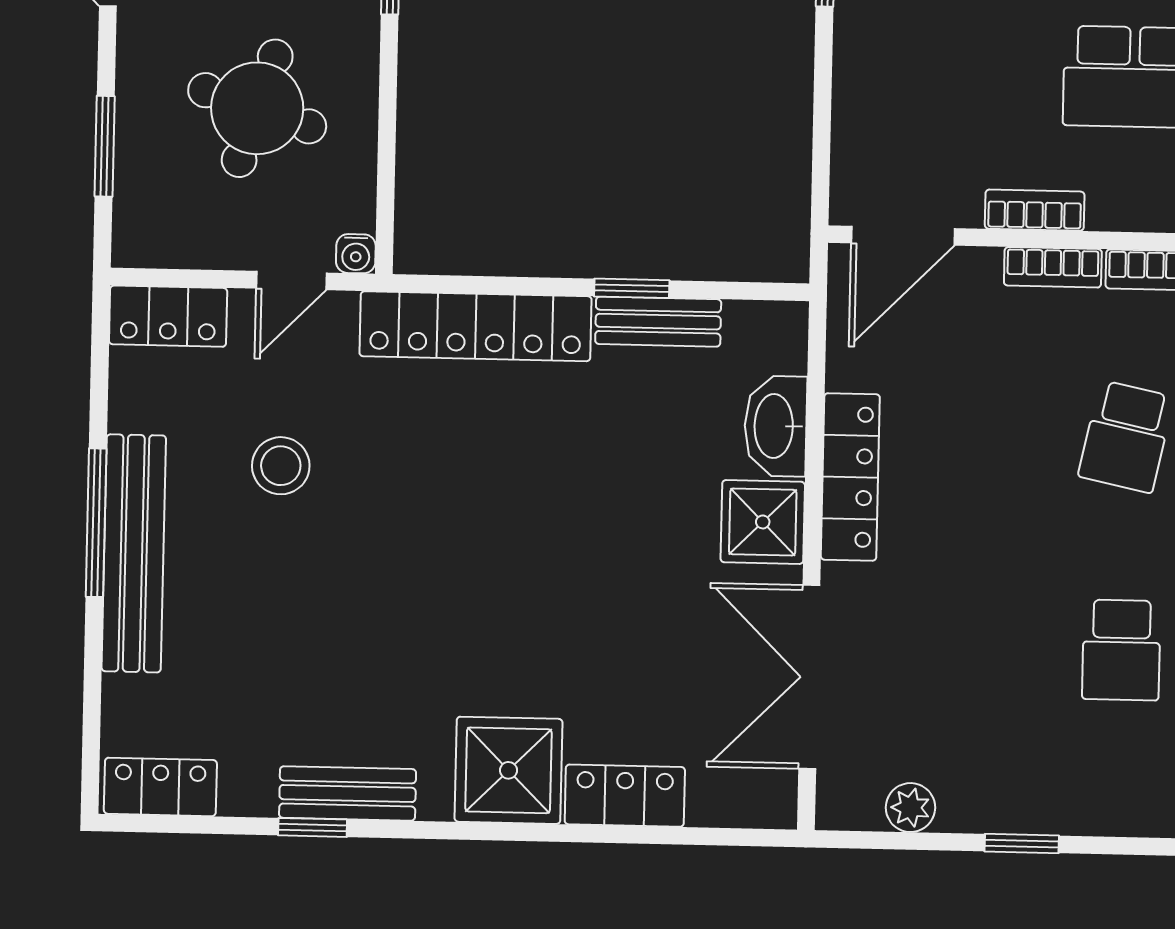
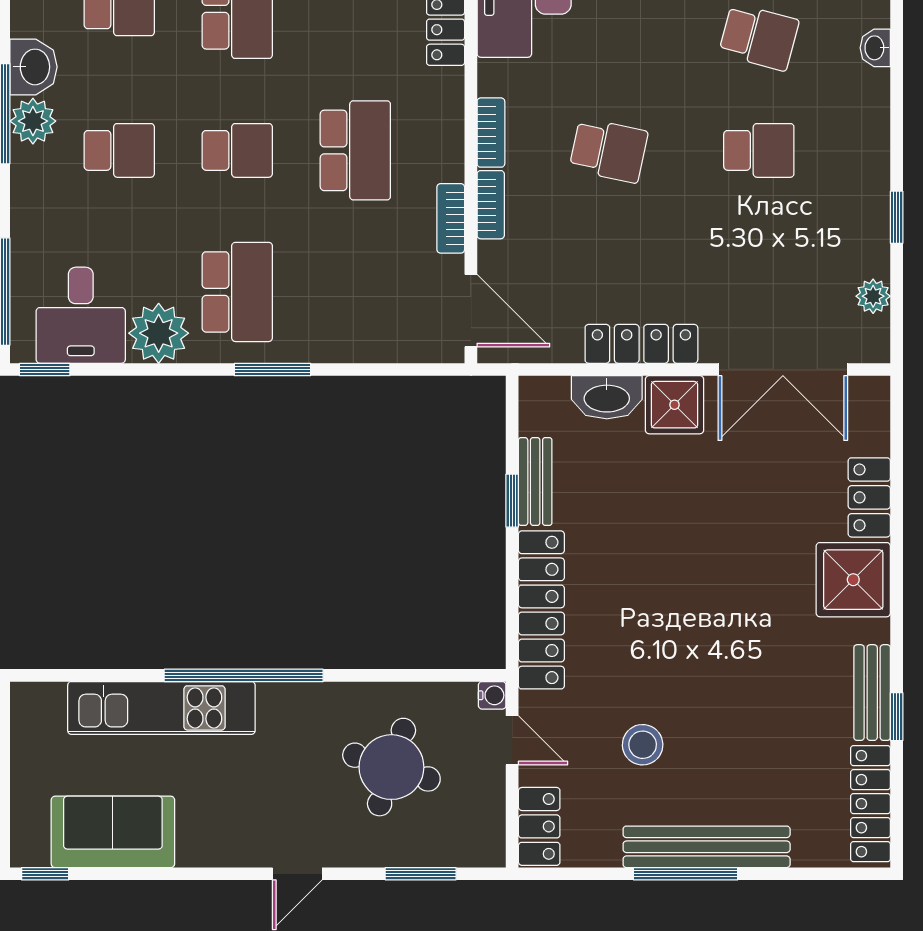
locker: (160, 787) -> (871, 804), width x1.53

